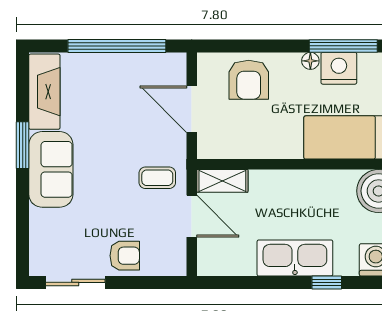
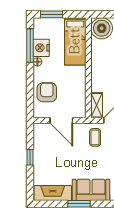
window: (117, 46) -> (30, 157), width x0.32
armchair: (249, 80) -> (47, 92), turned -90
door: (192, 109) -> (61, 120), hinge flipped

